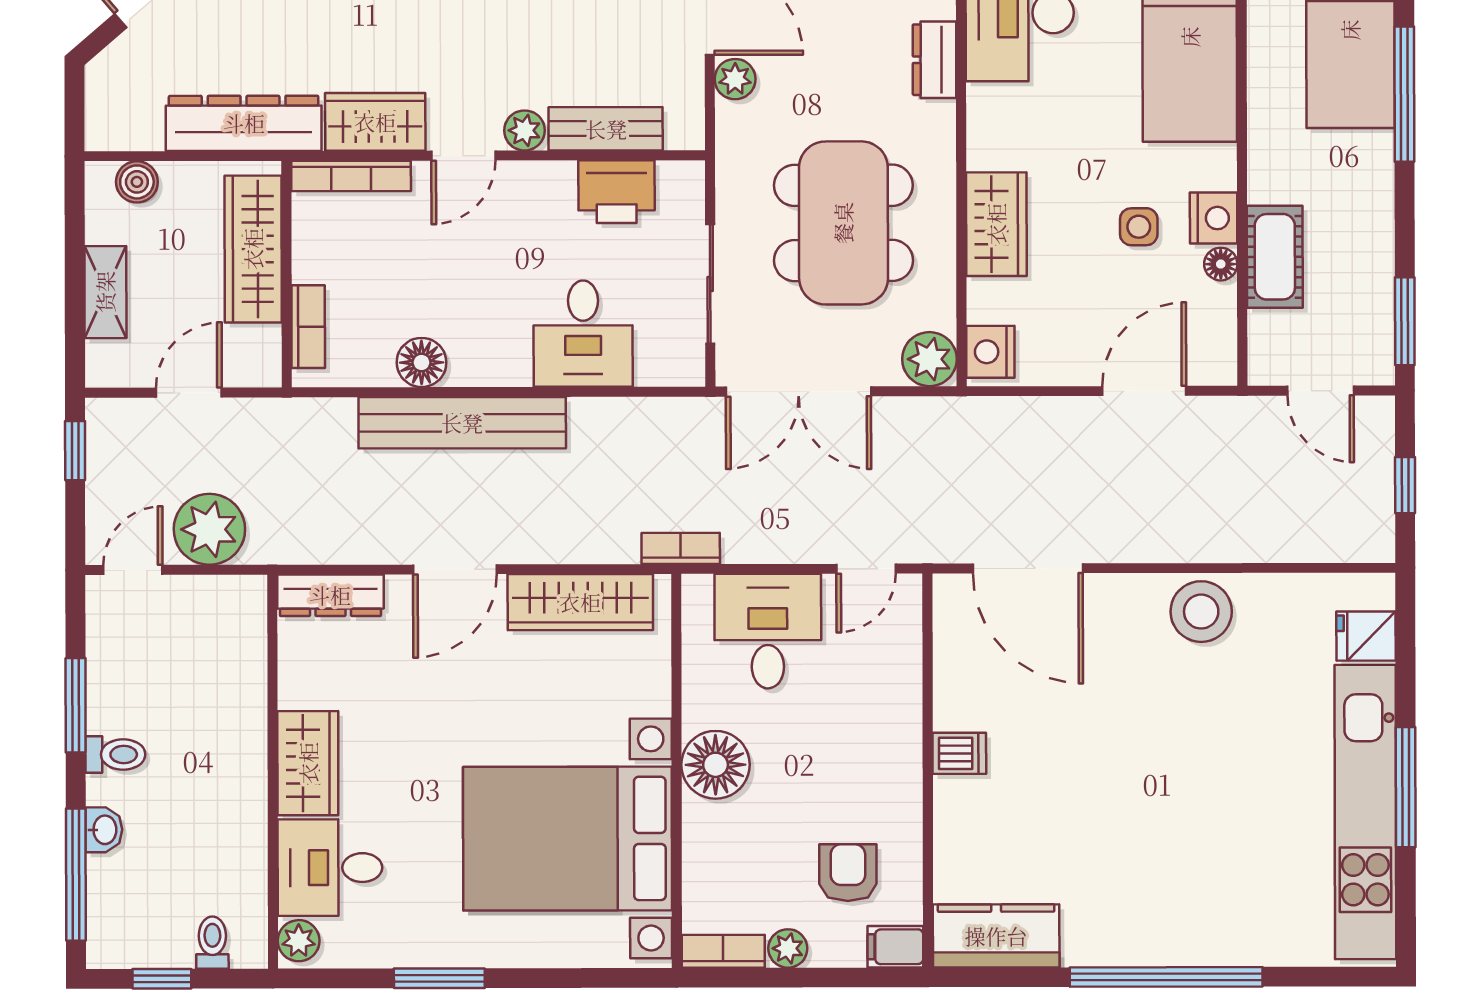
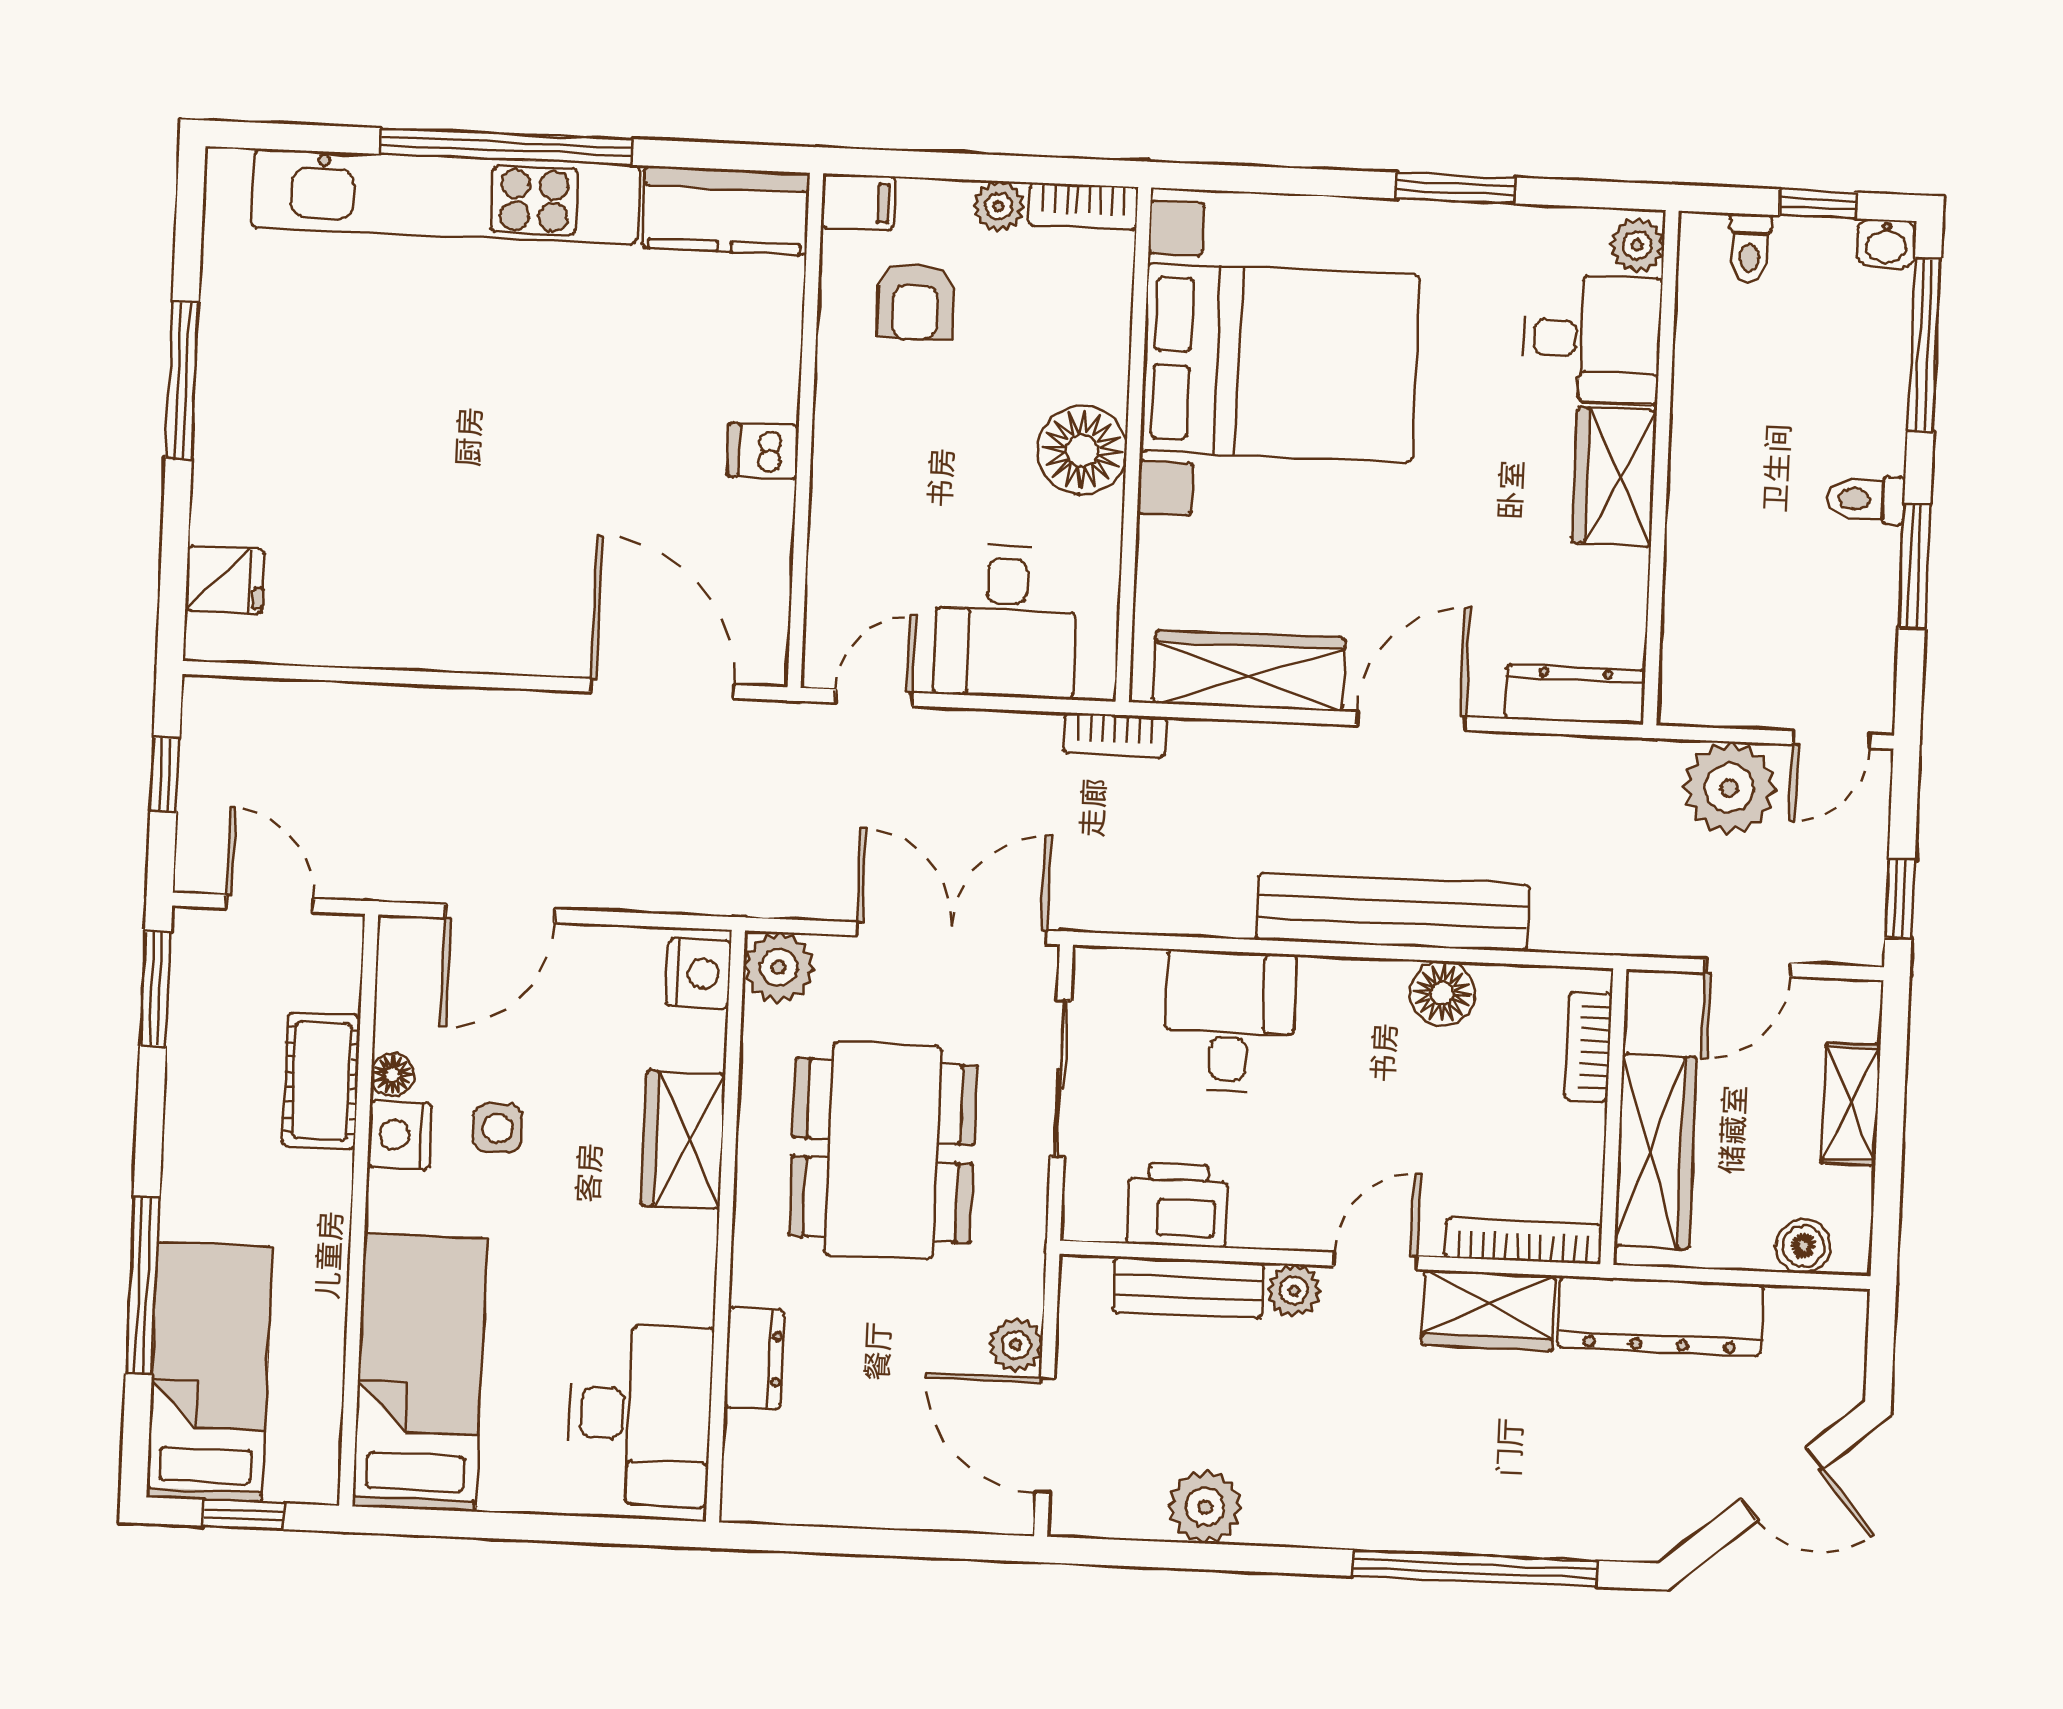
stool: (1201, 612) -> (439, 622), removed
kitchen unit: (1365, 812) -> (446, 197), moved, turned 90
washbasin: (104, 830) -> (1886, 244), moved, turned -90

